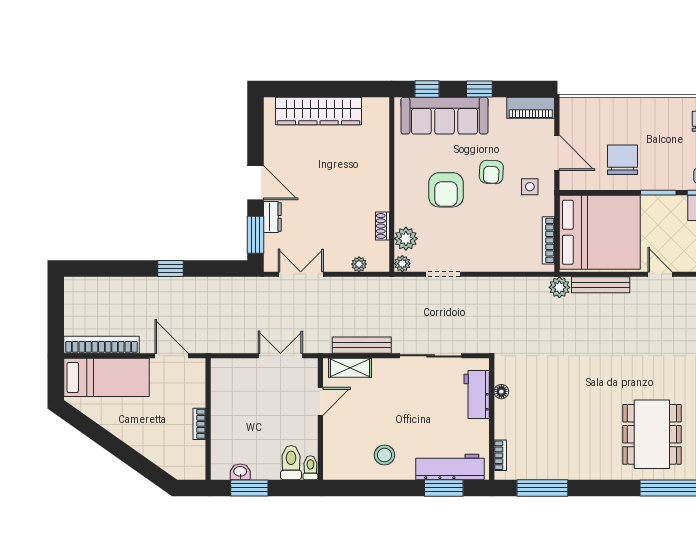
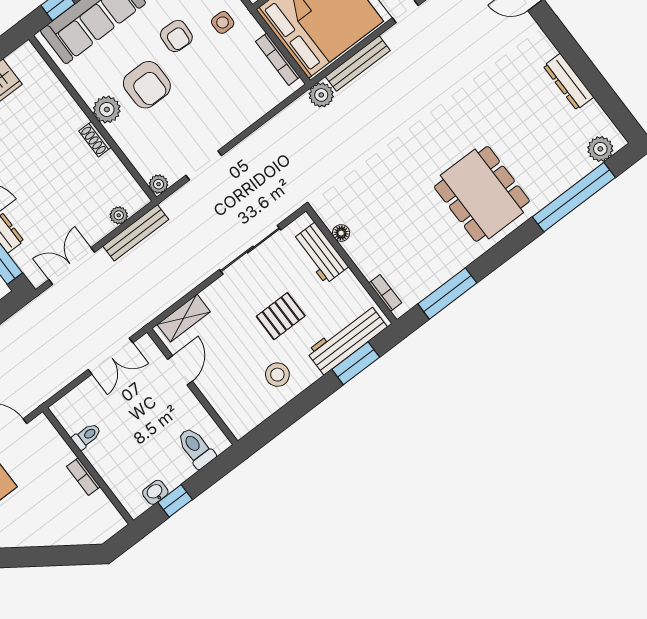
shoe rack: (382, 226) -> (95, 139), moved
plant: (406, 239) -> (107, 109), moved
bench: (362, 345) -> (136, 233), moved
double door: (280, 356) -> (110, 356), swing flipped
pallet: (417, 417) -> (281, 316), added
dining table: (652, 434) -> (482, 194), moved
toilet: (310, 468) -> (87, 436), moved, turned 90
window: (249, 488) -> (175, 501), width x0.67

